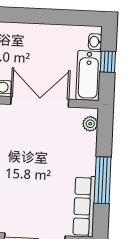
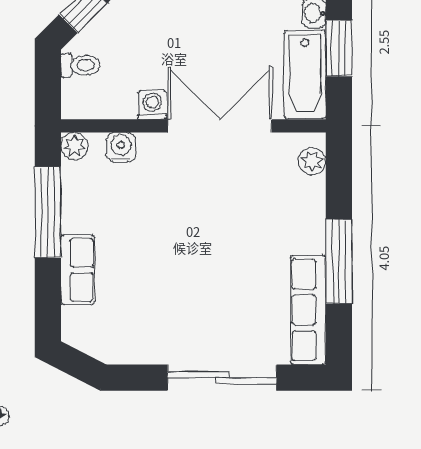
window: (108, 62) -> (339, 48), width x1.50

